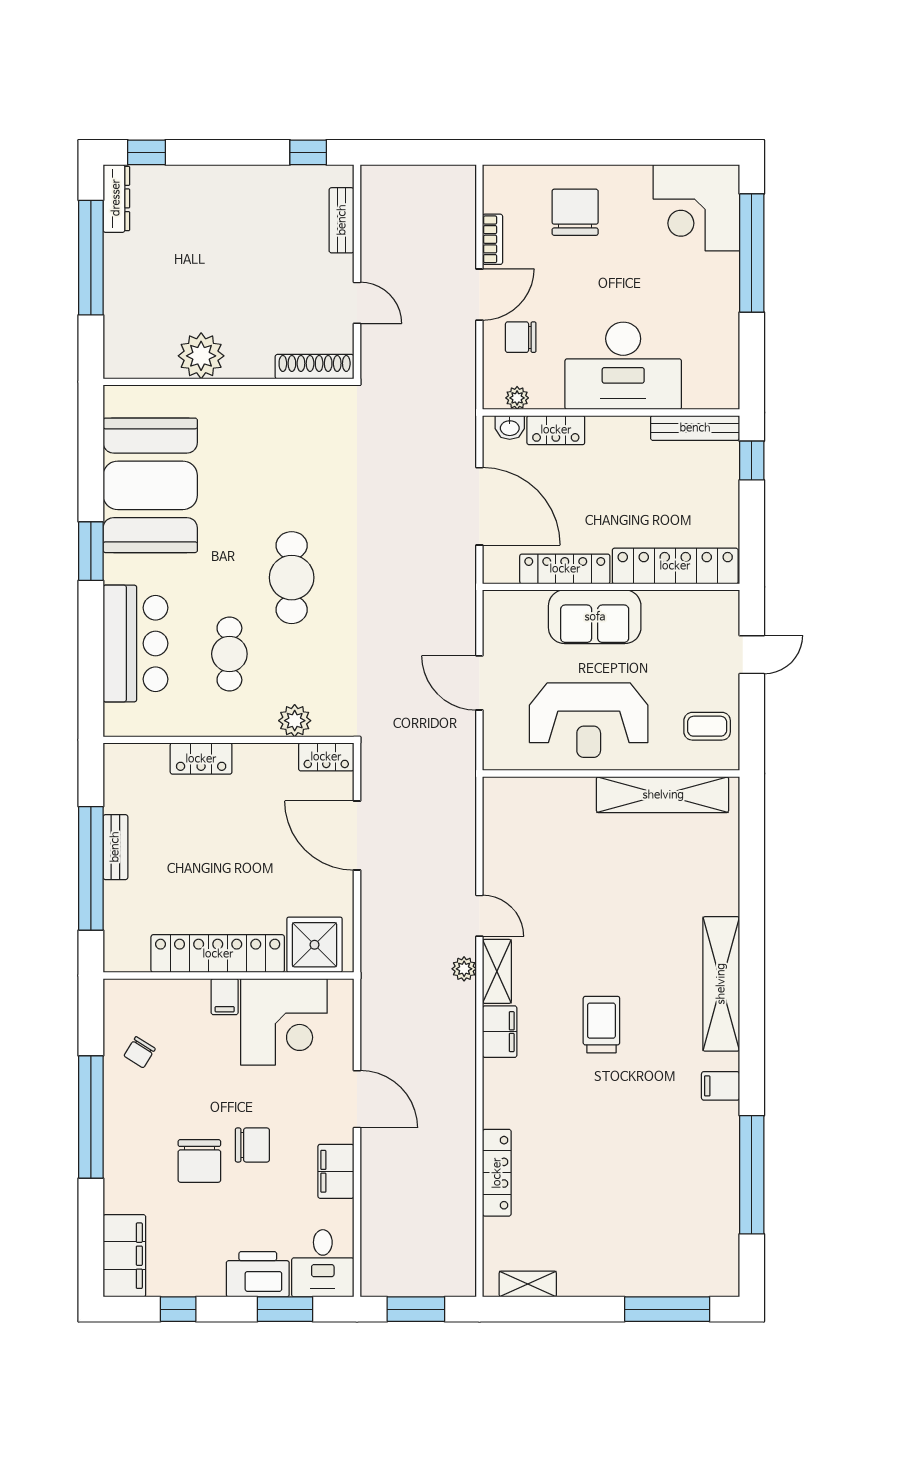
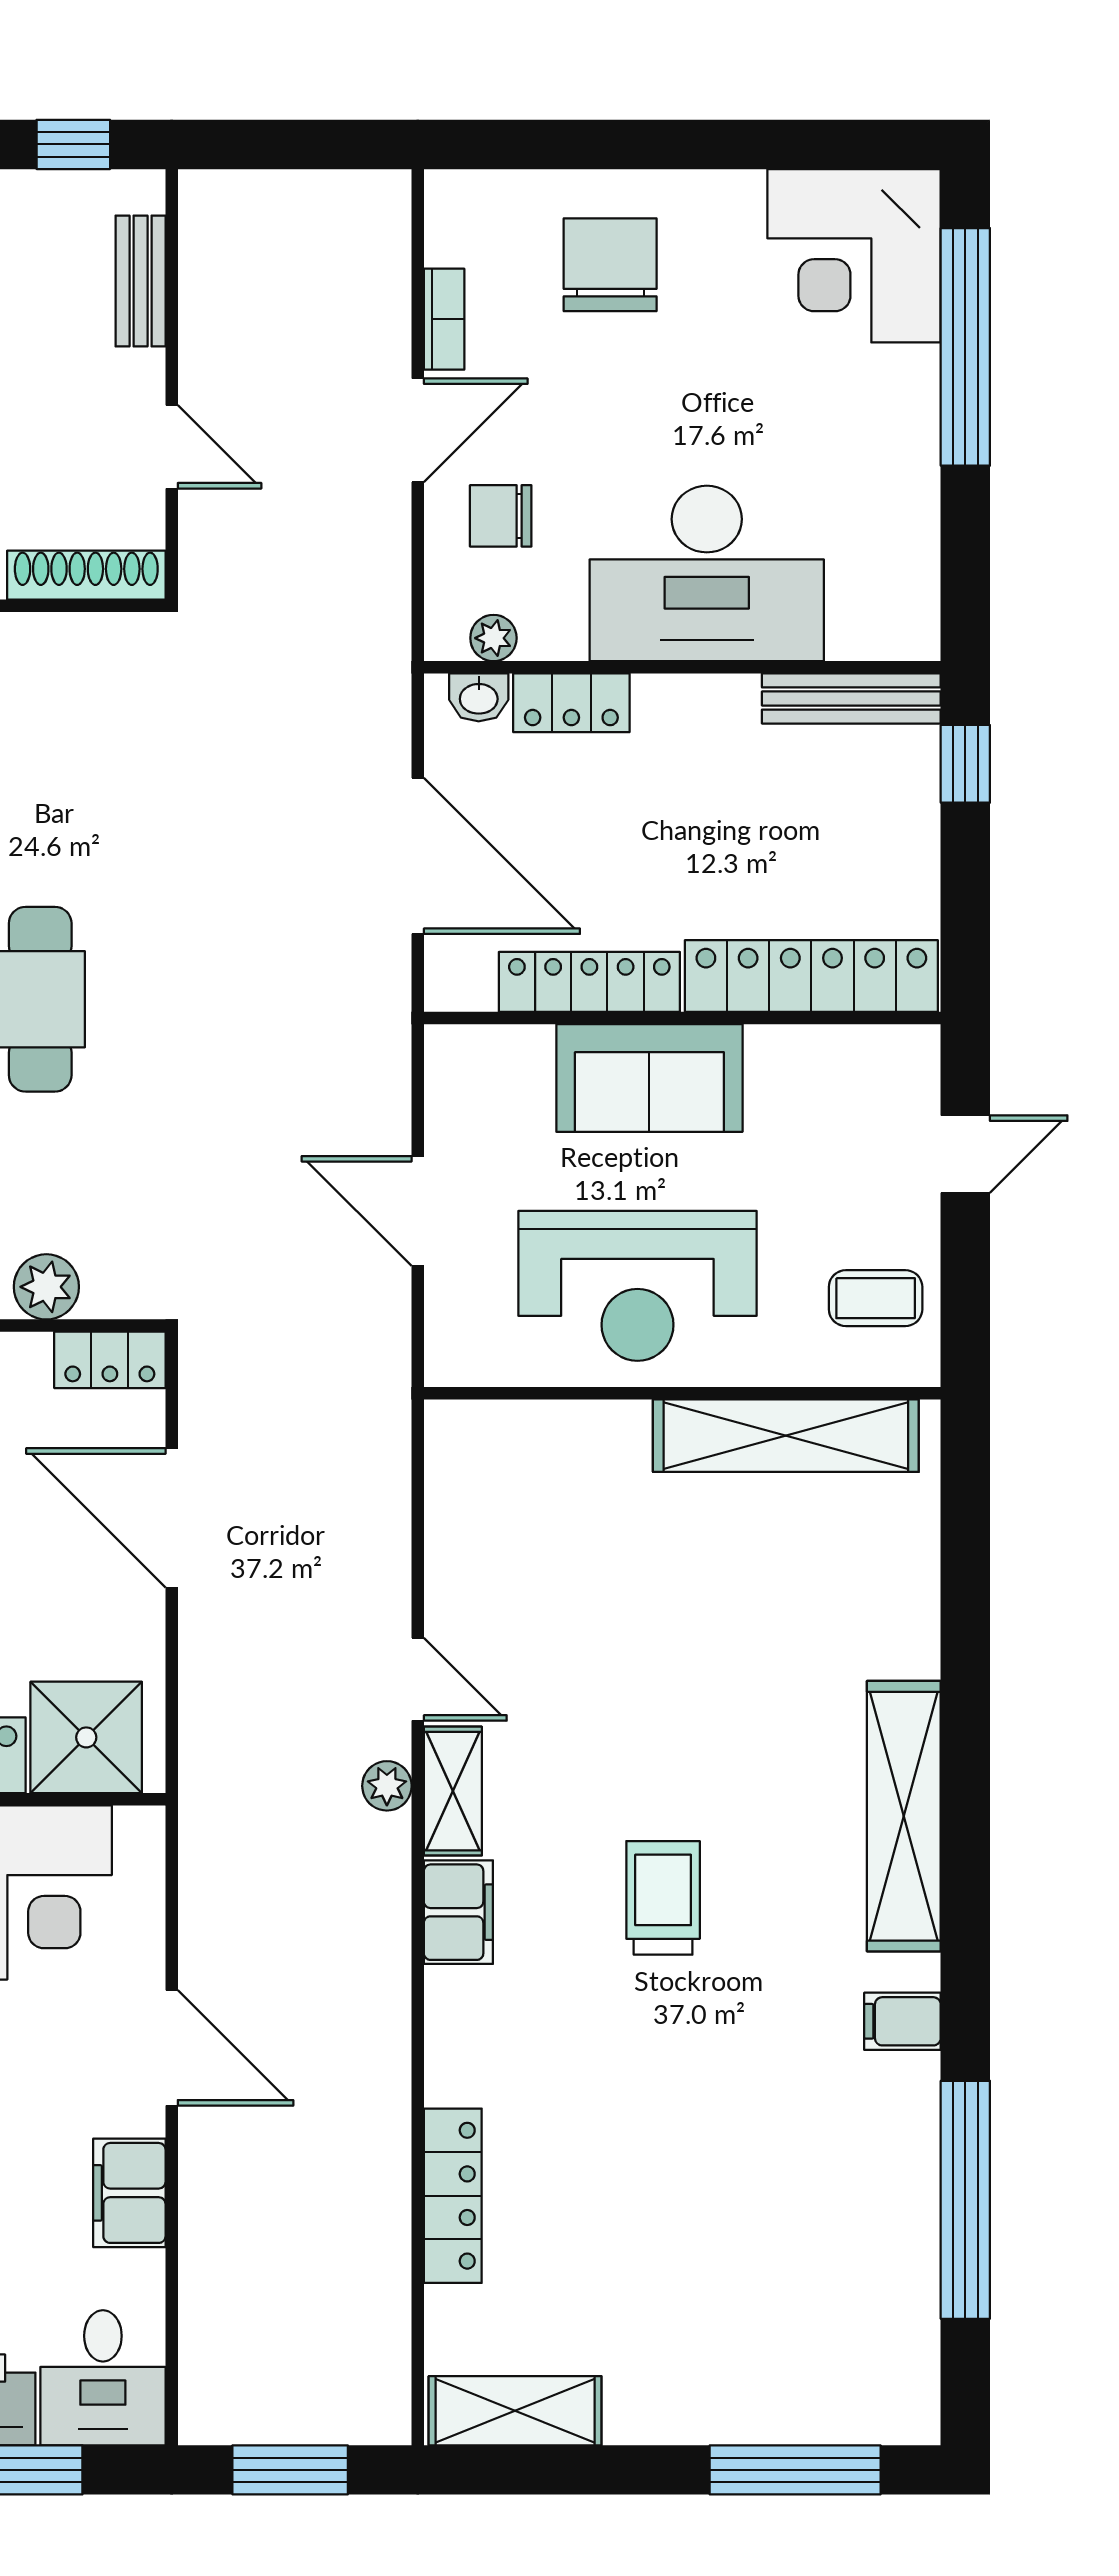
shelving: (528, 1284) -> (515, 2411), width x1.50, depth x1.33

